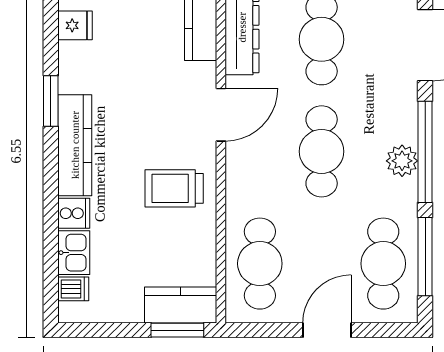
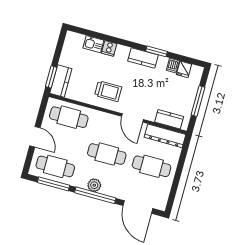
kitchen counter: (75, 145) -> (143, 58), width x0.67
trolley: (174, 188) -> (108, 91), turned 90
dishwasher: (73, 289) -> (173, 66), moved

